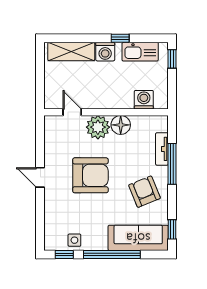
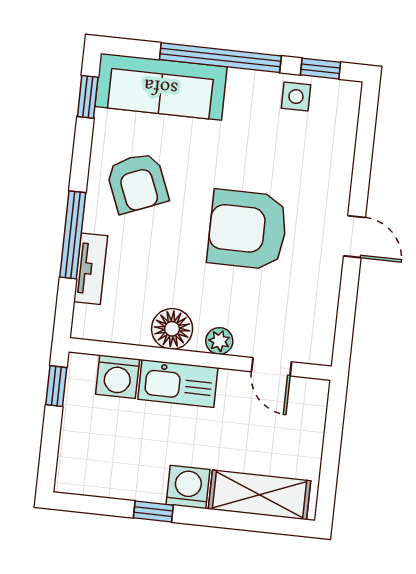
kitchen sink: (140, 52) -> (178, 383), moved, turned 180
window: (172, 59) -> (56, 386), moved
plant: (98, 127) -> (219, 341), width x0.53, depth x0.53

